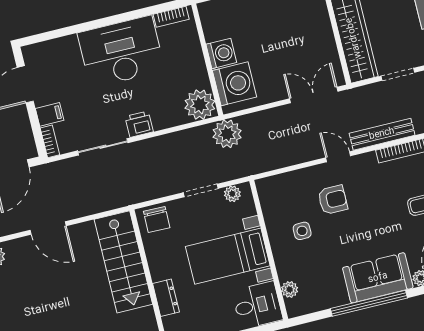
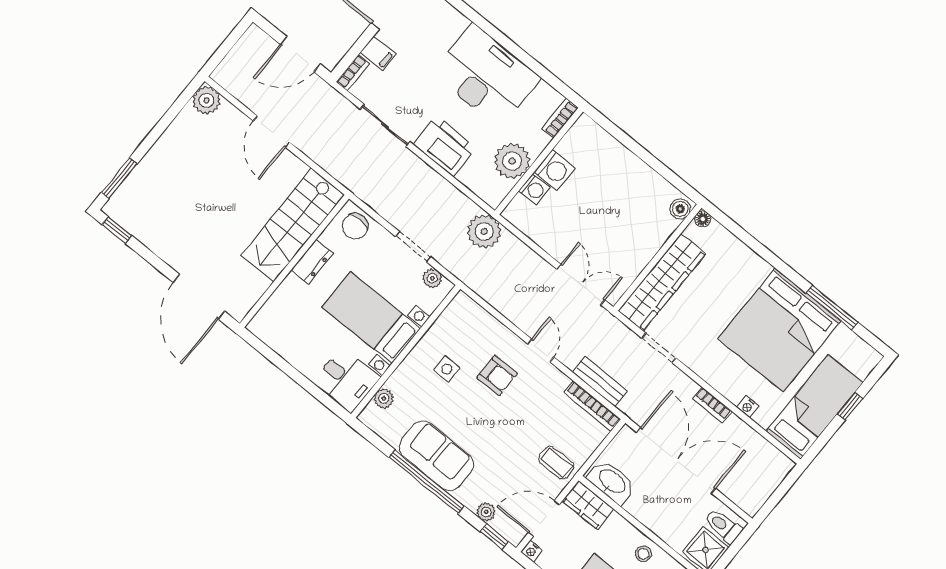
bookcase: (171, 17) -> (560, 118), moved, turned 90
washing machine: (234, 84) -> (534, 189), width x0.53, depth x0.53
plant: (200, 105) -> (512, 161), moved
printer: (139, 124) -> (445, 146), width x1.87, depth x1.48
bench: (382, 134) -> (600, 382), width x0.73
sofa: (378, 278) -> (436, 456), moved
dresser: (166, 298) -> (312, 262), moved

